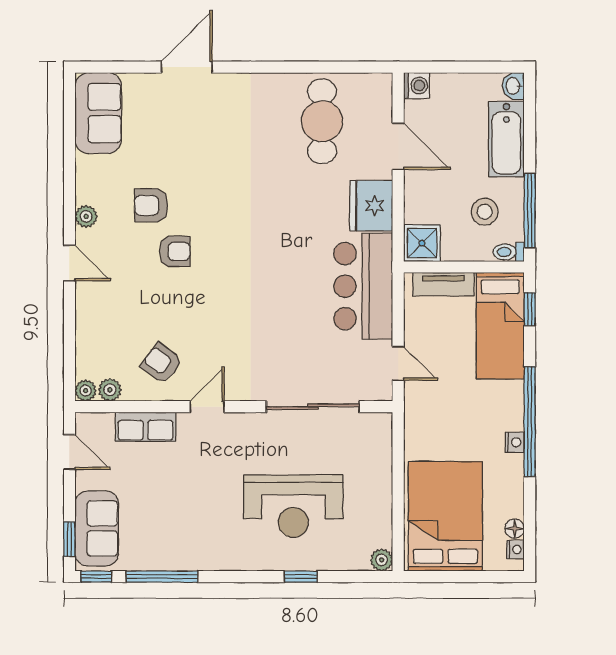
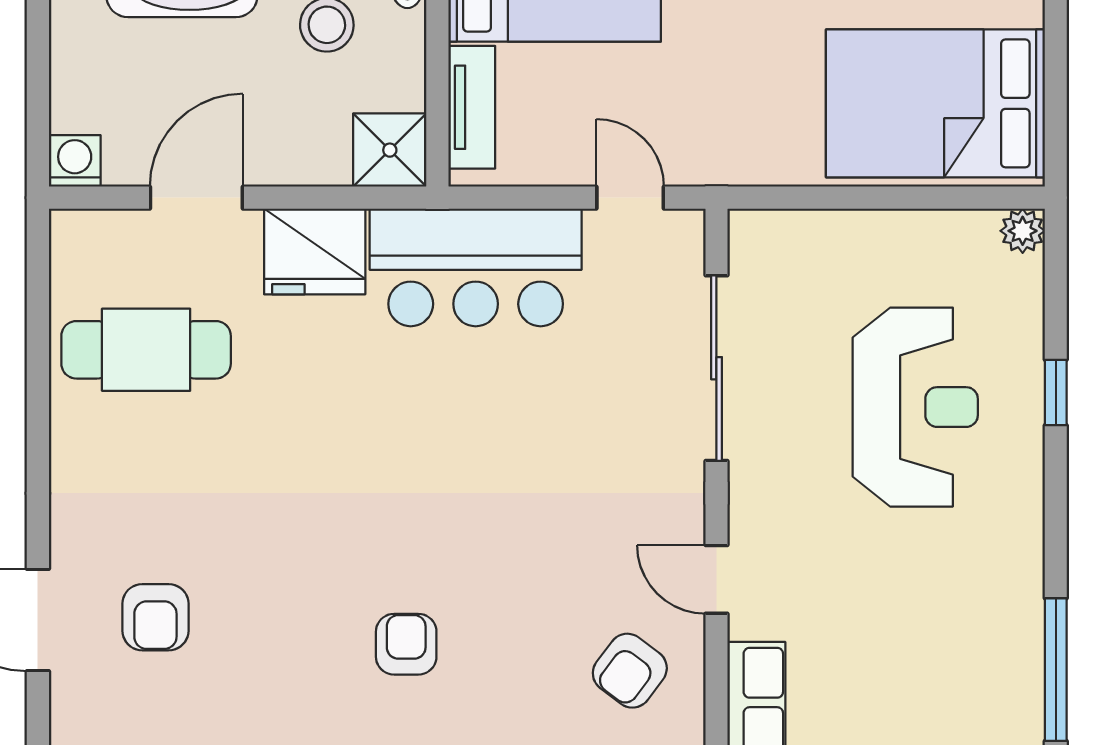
armchair: (151, 205) -> (155, 617), moved
door: (398, 363) -> (630, 198), hinge flipped

